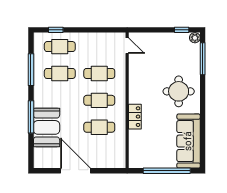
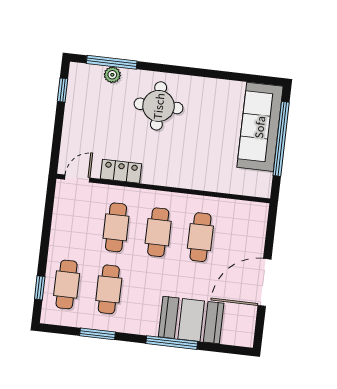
plant: (195, 38) -> (112, 75), moved
window: (31, 70) -> (97, 334), width x0.69
locker: (135, 117) -> (121, 171), moved
sofa: (189, 141) -> (260, 127), moved, turned 90

